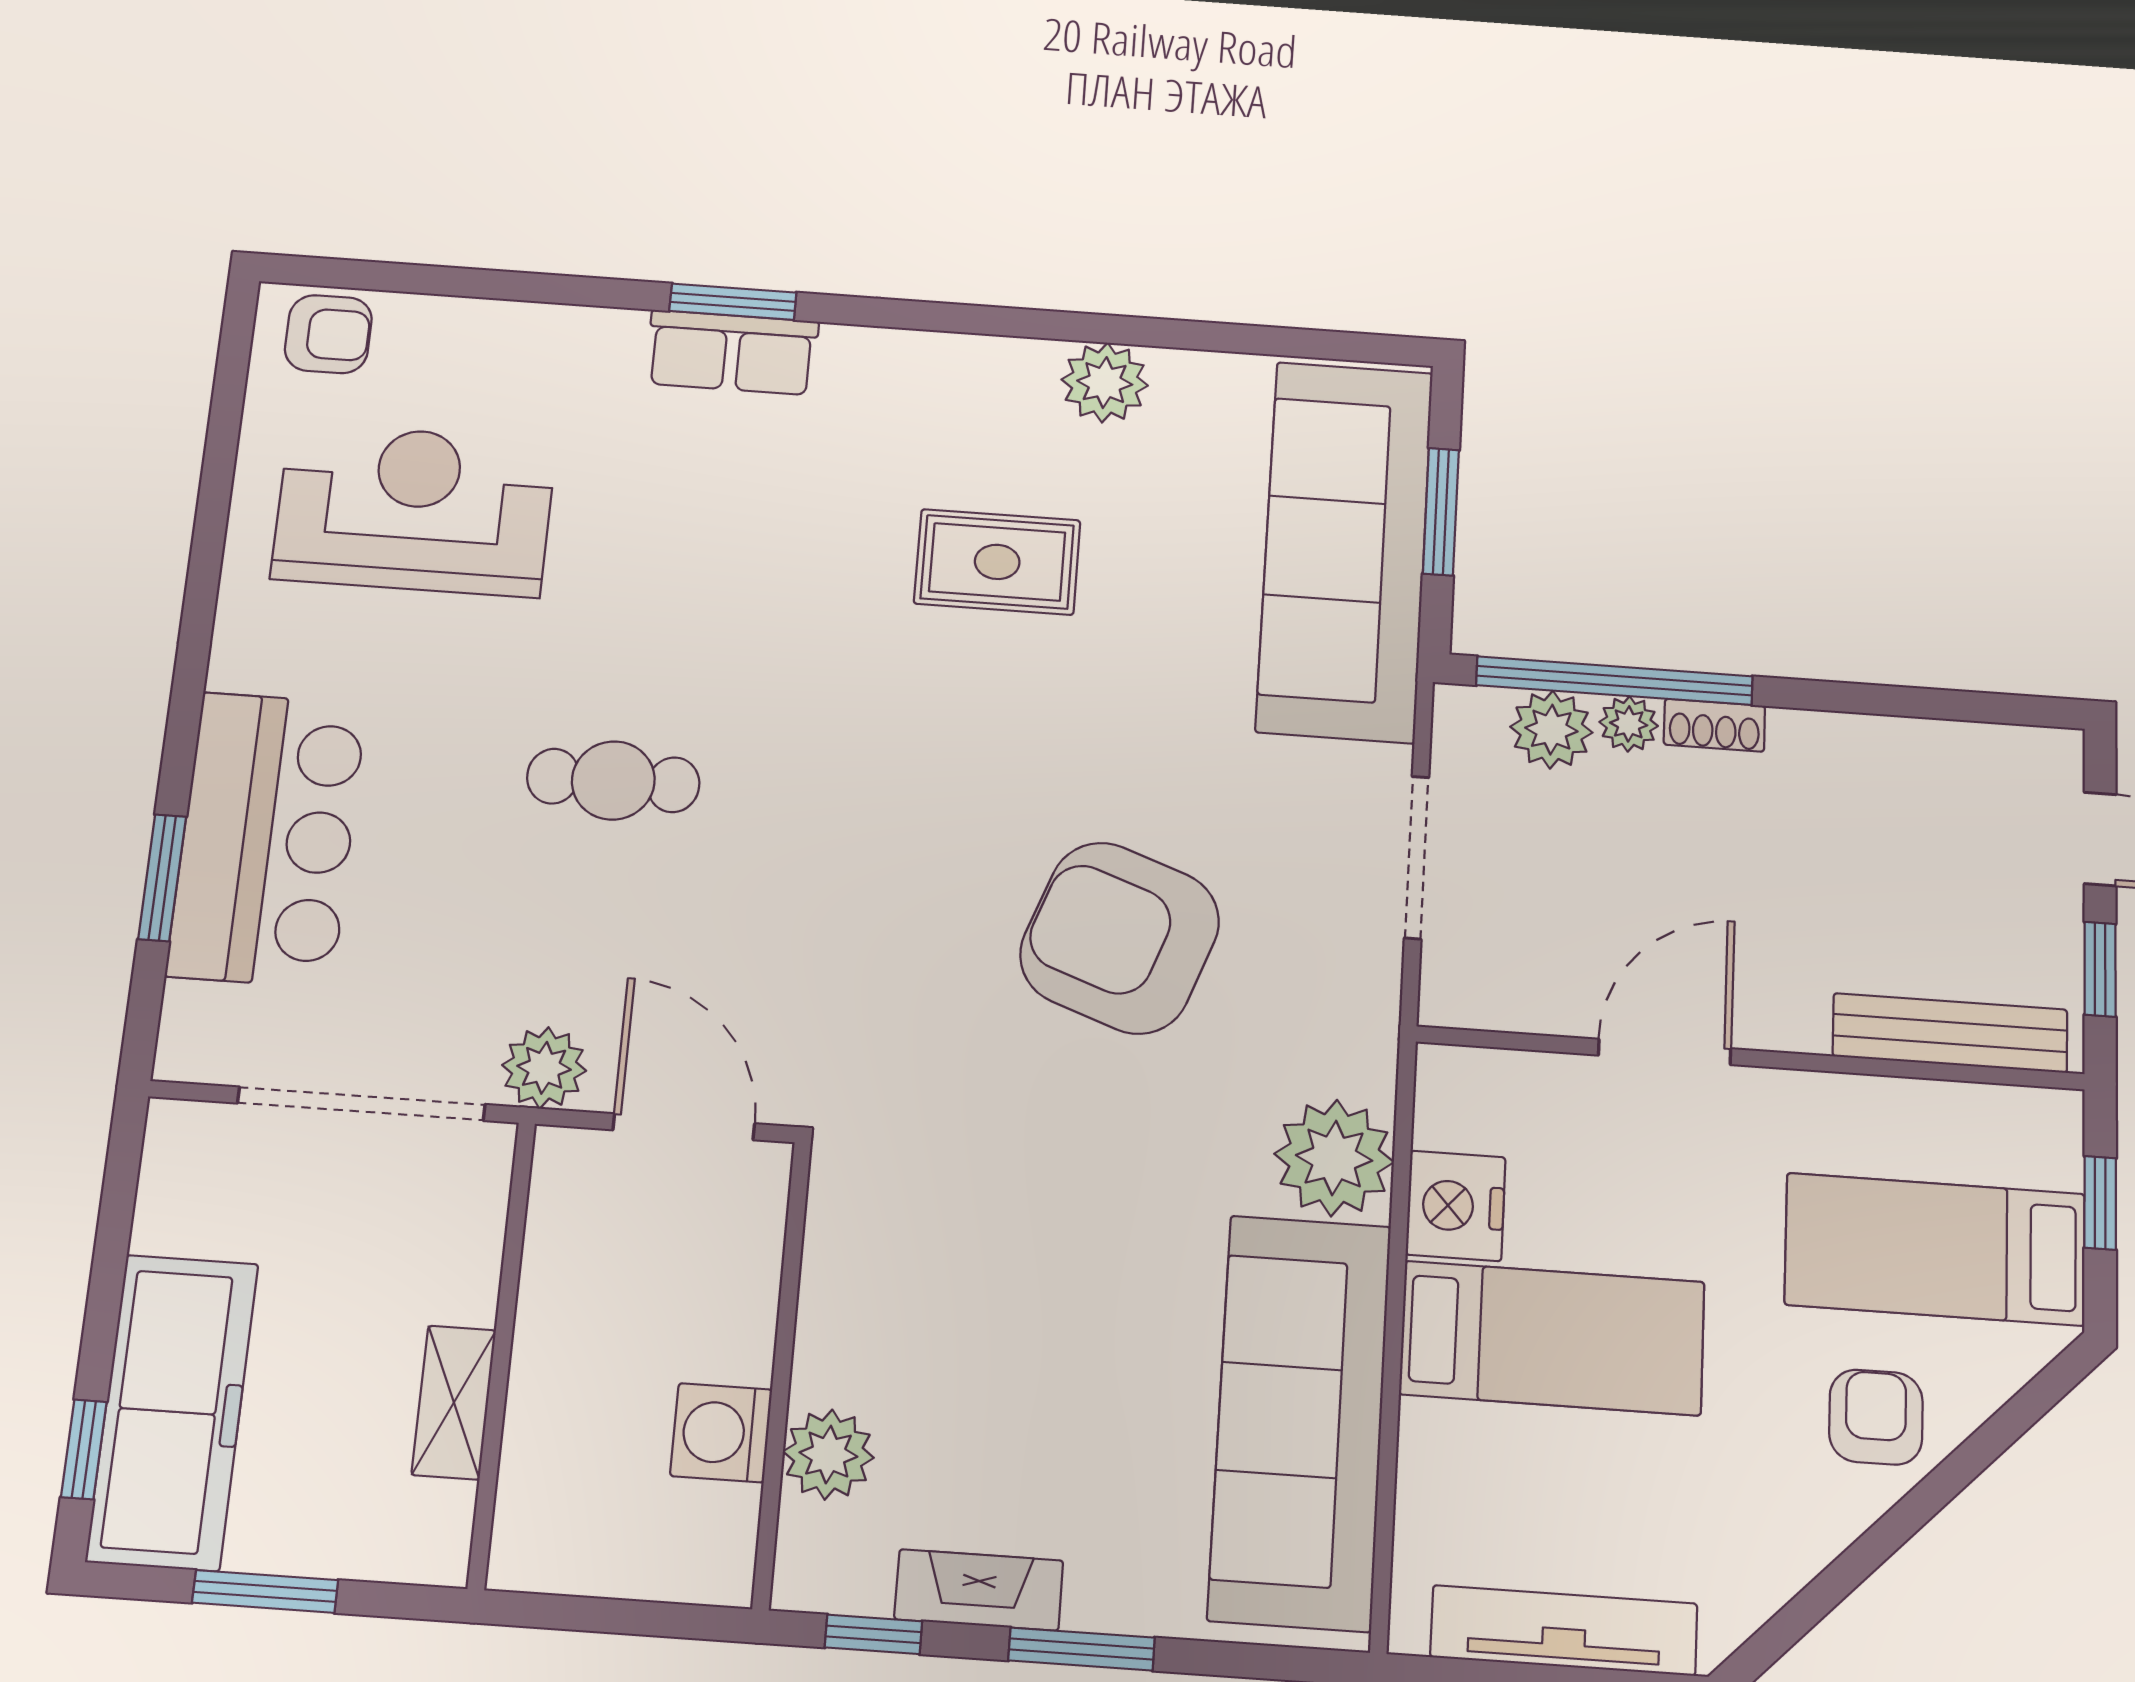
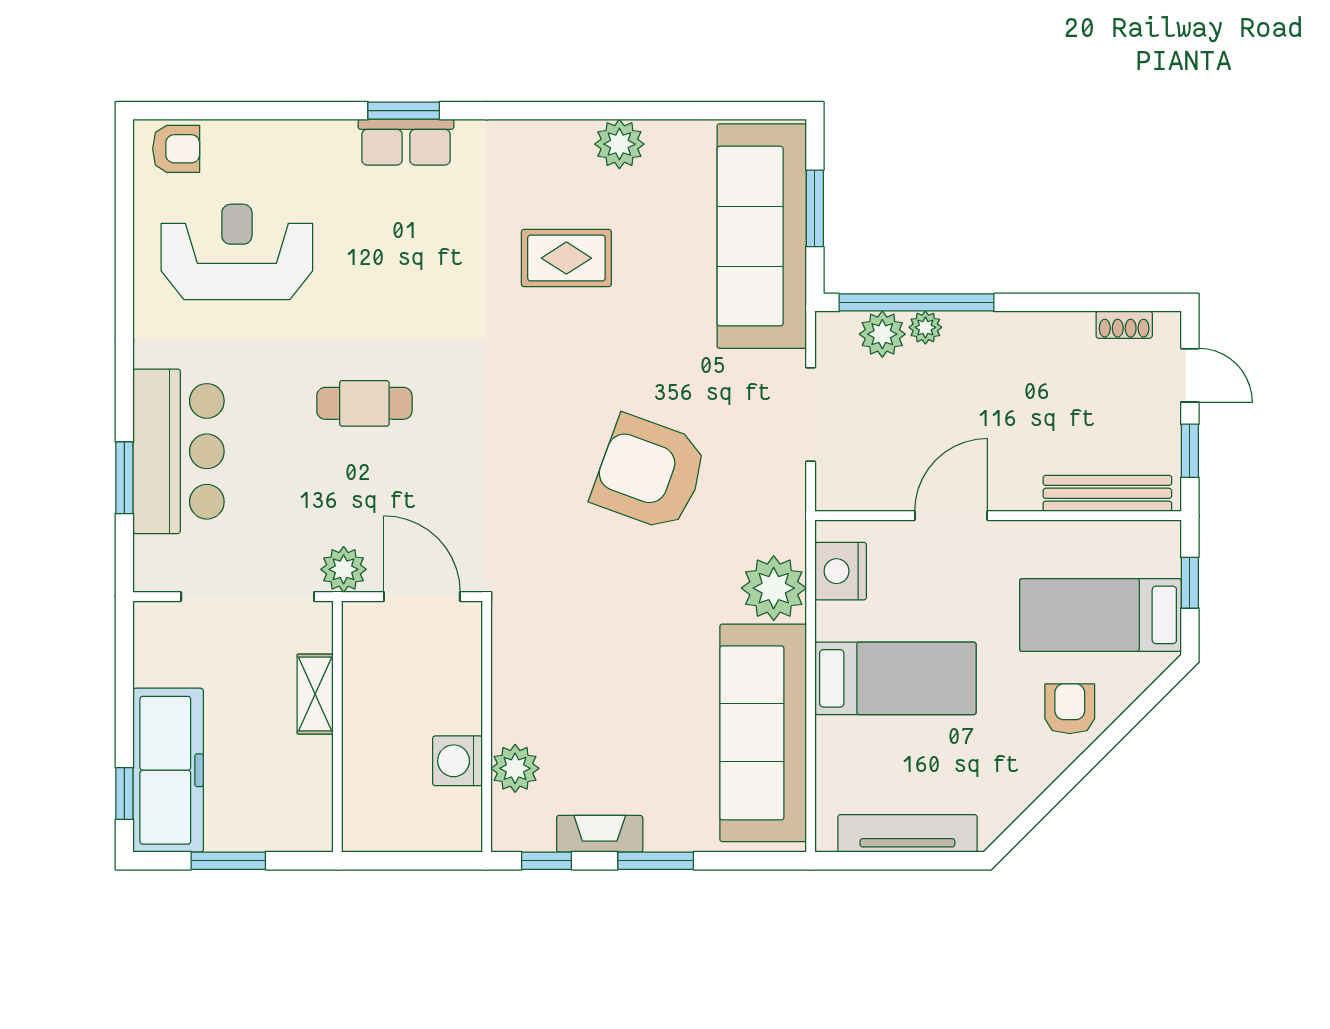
shoe rack: (1714, 725) -> (1124, 325), moved
nightstand: (1456, 1206) -> (841, 571), moved
shelving: (454, 1402) -> (315, 694), moved

